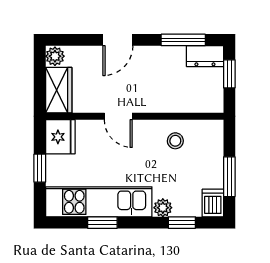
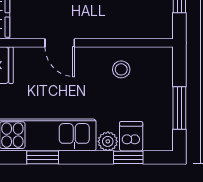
dishwasher: (213, 203) -> (131, 136), moved

